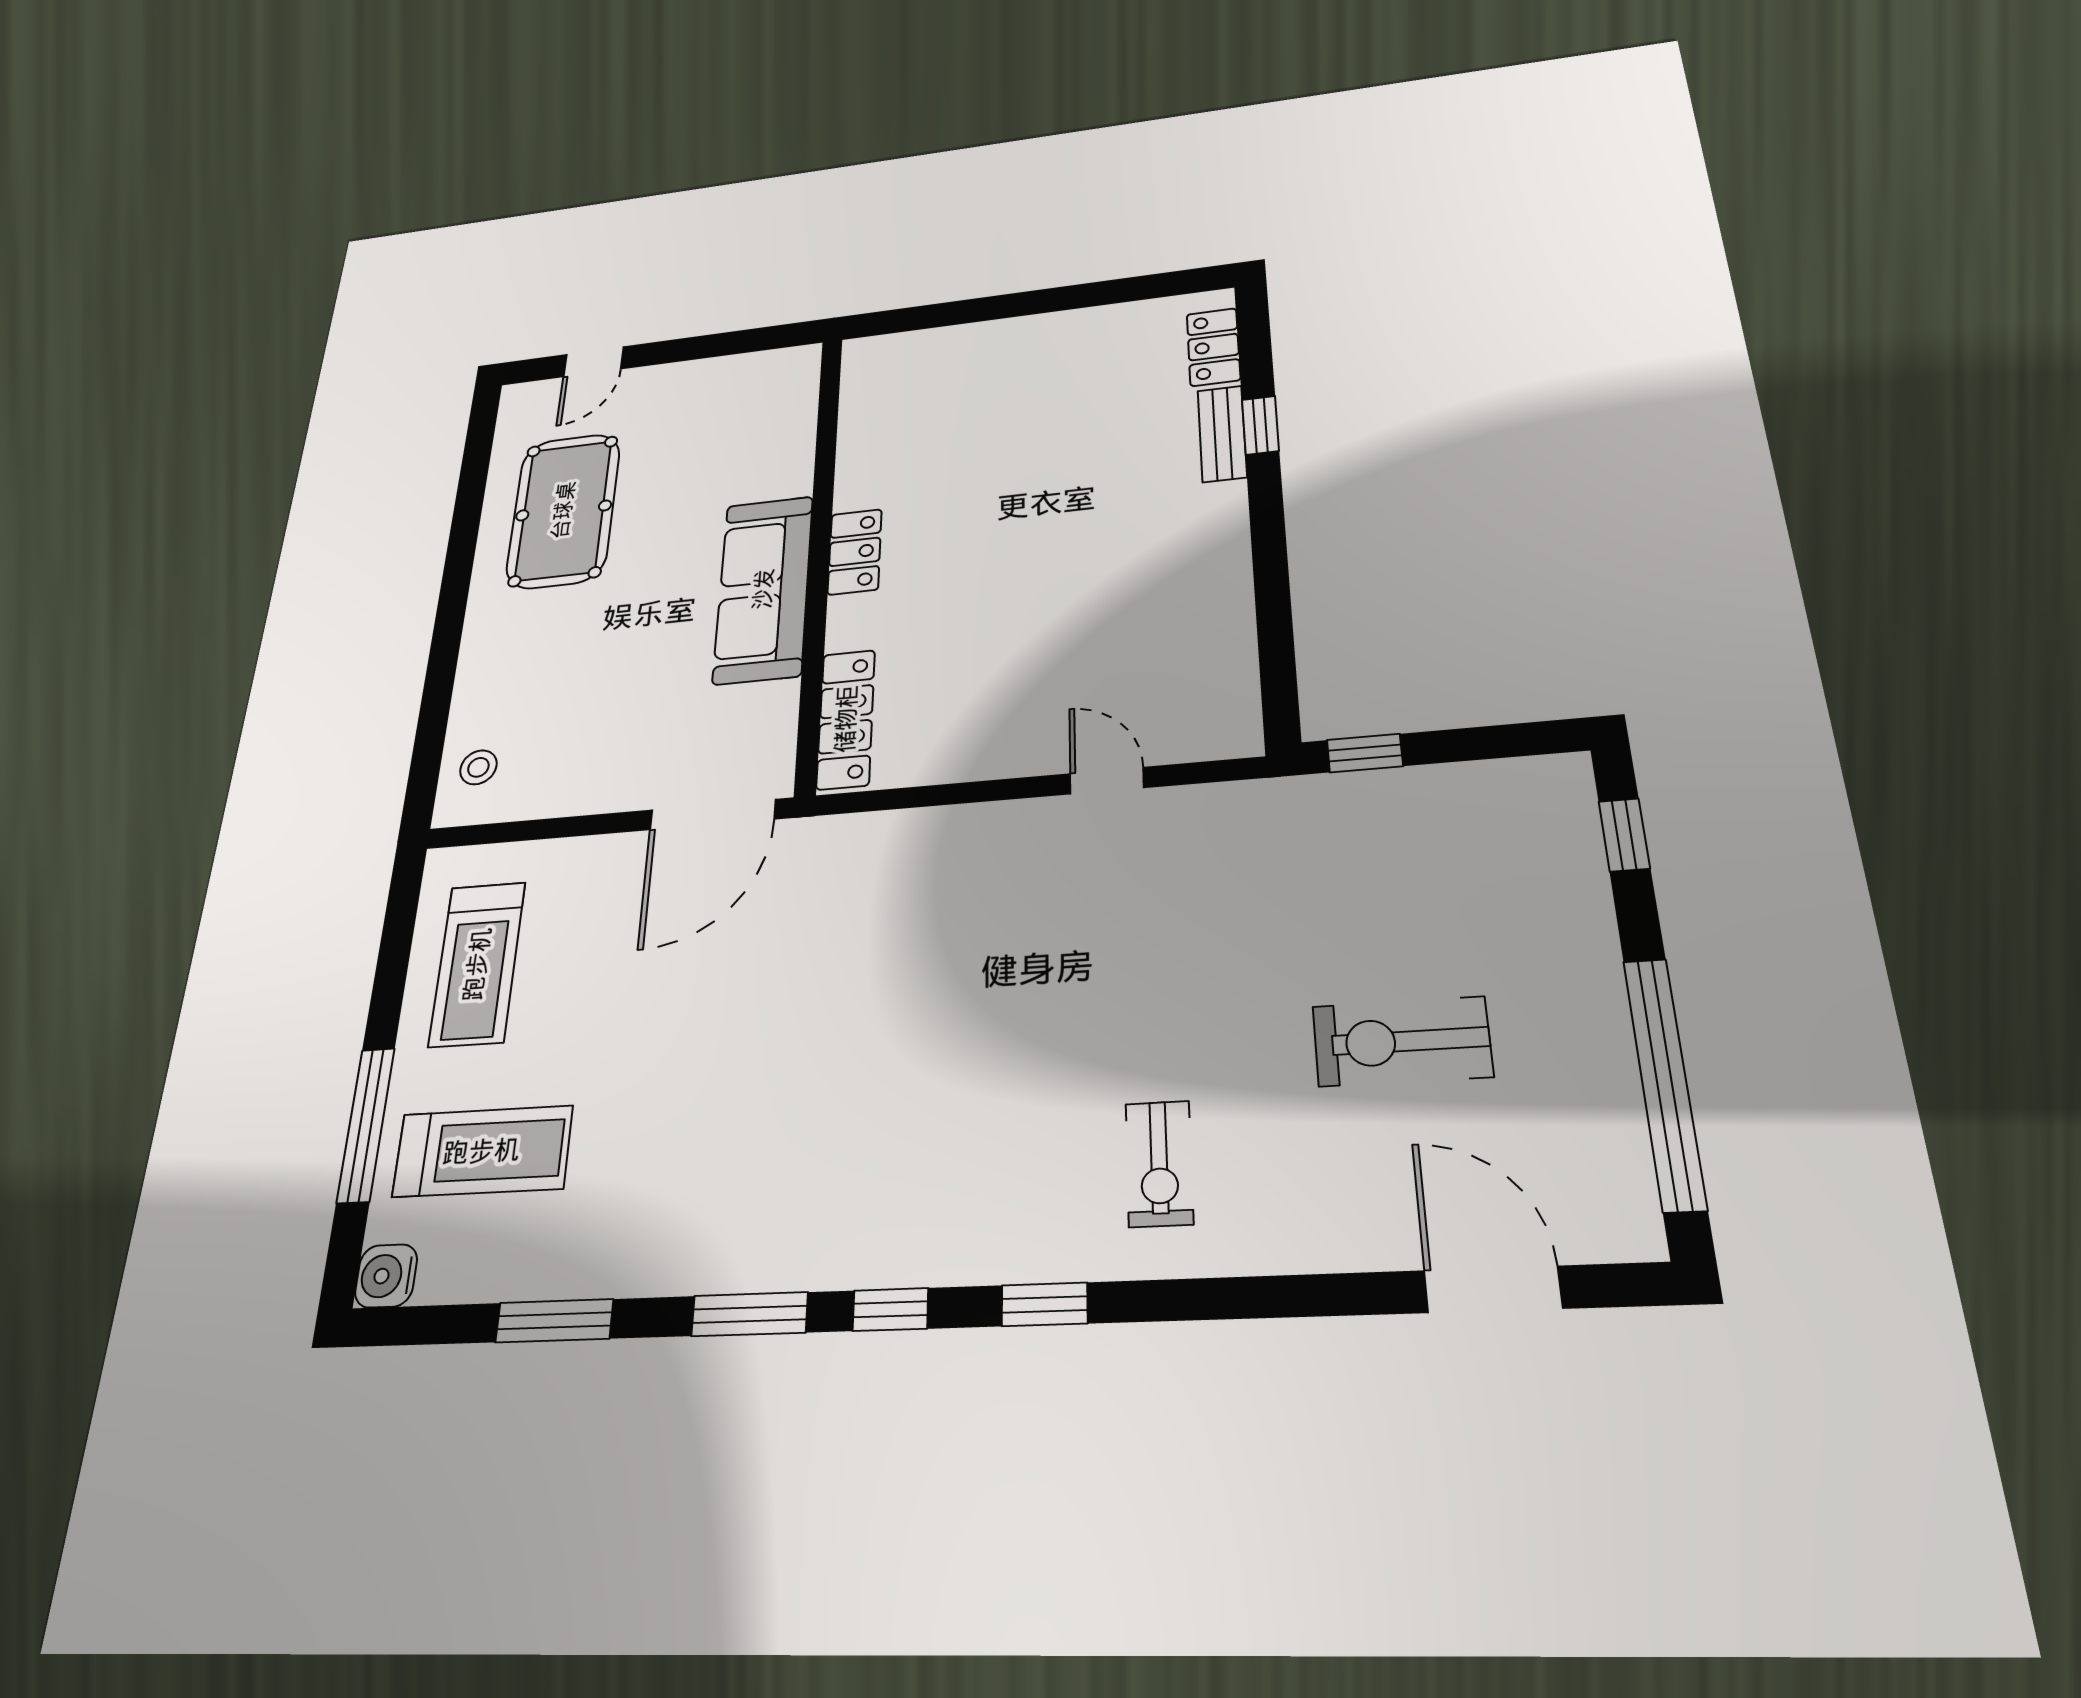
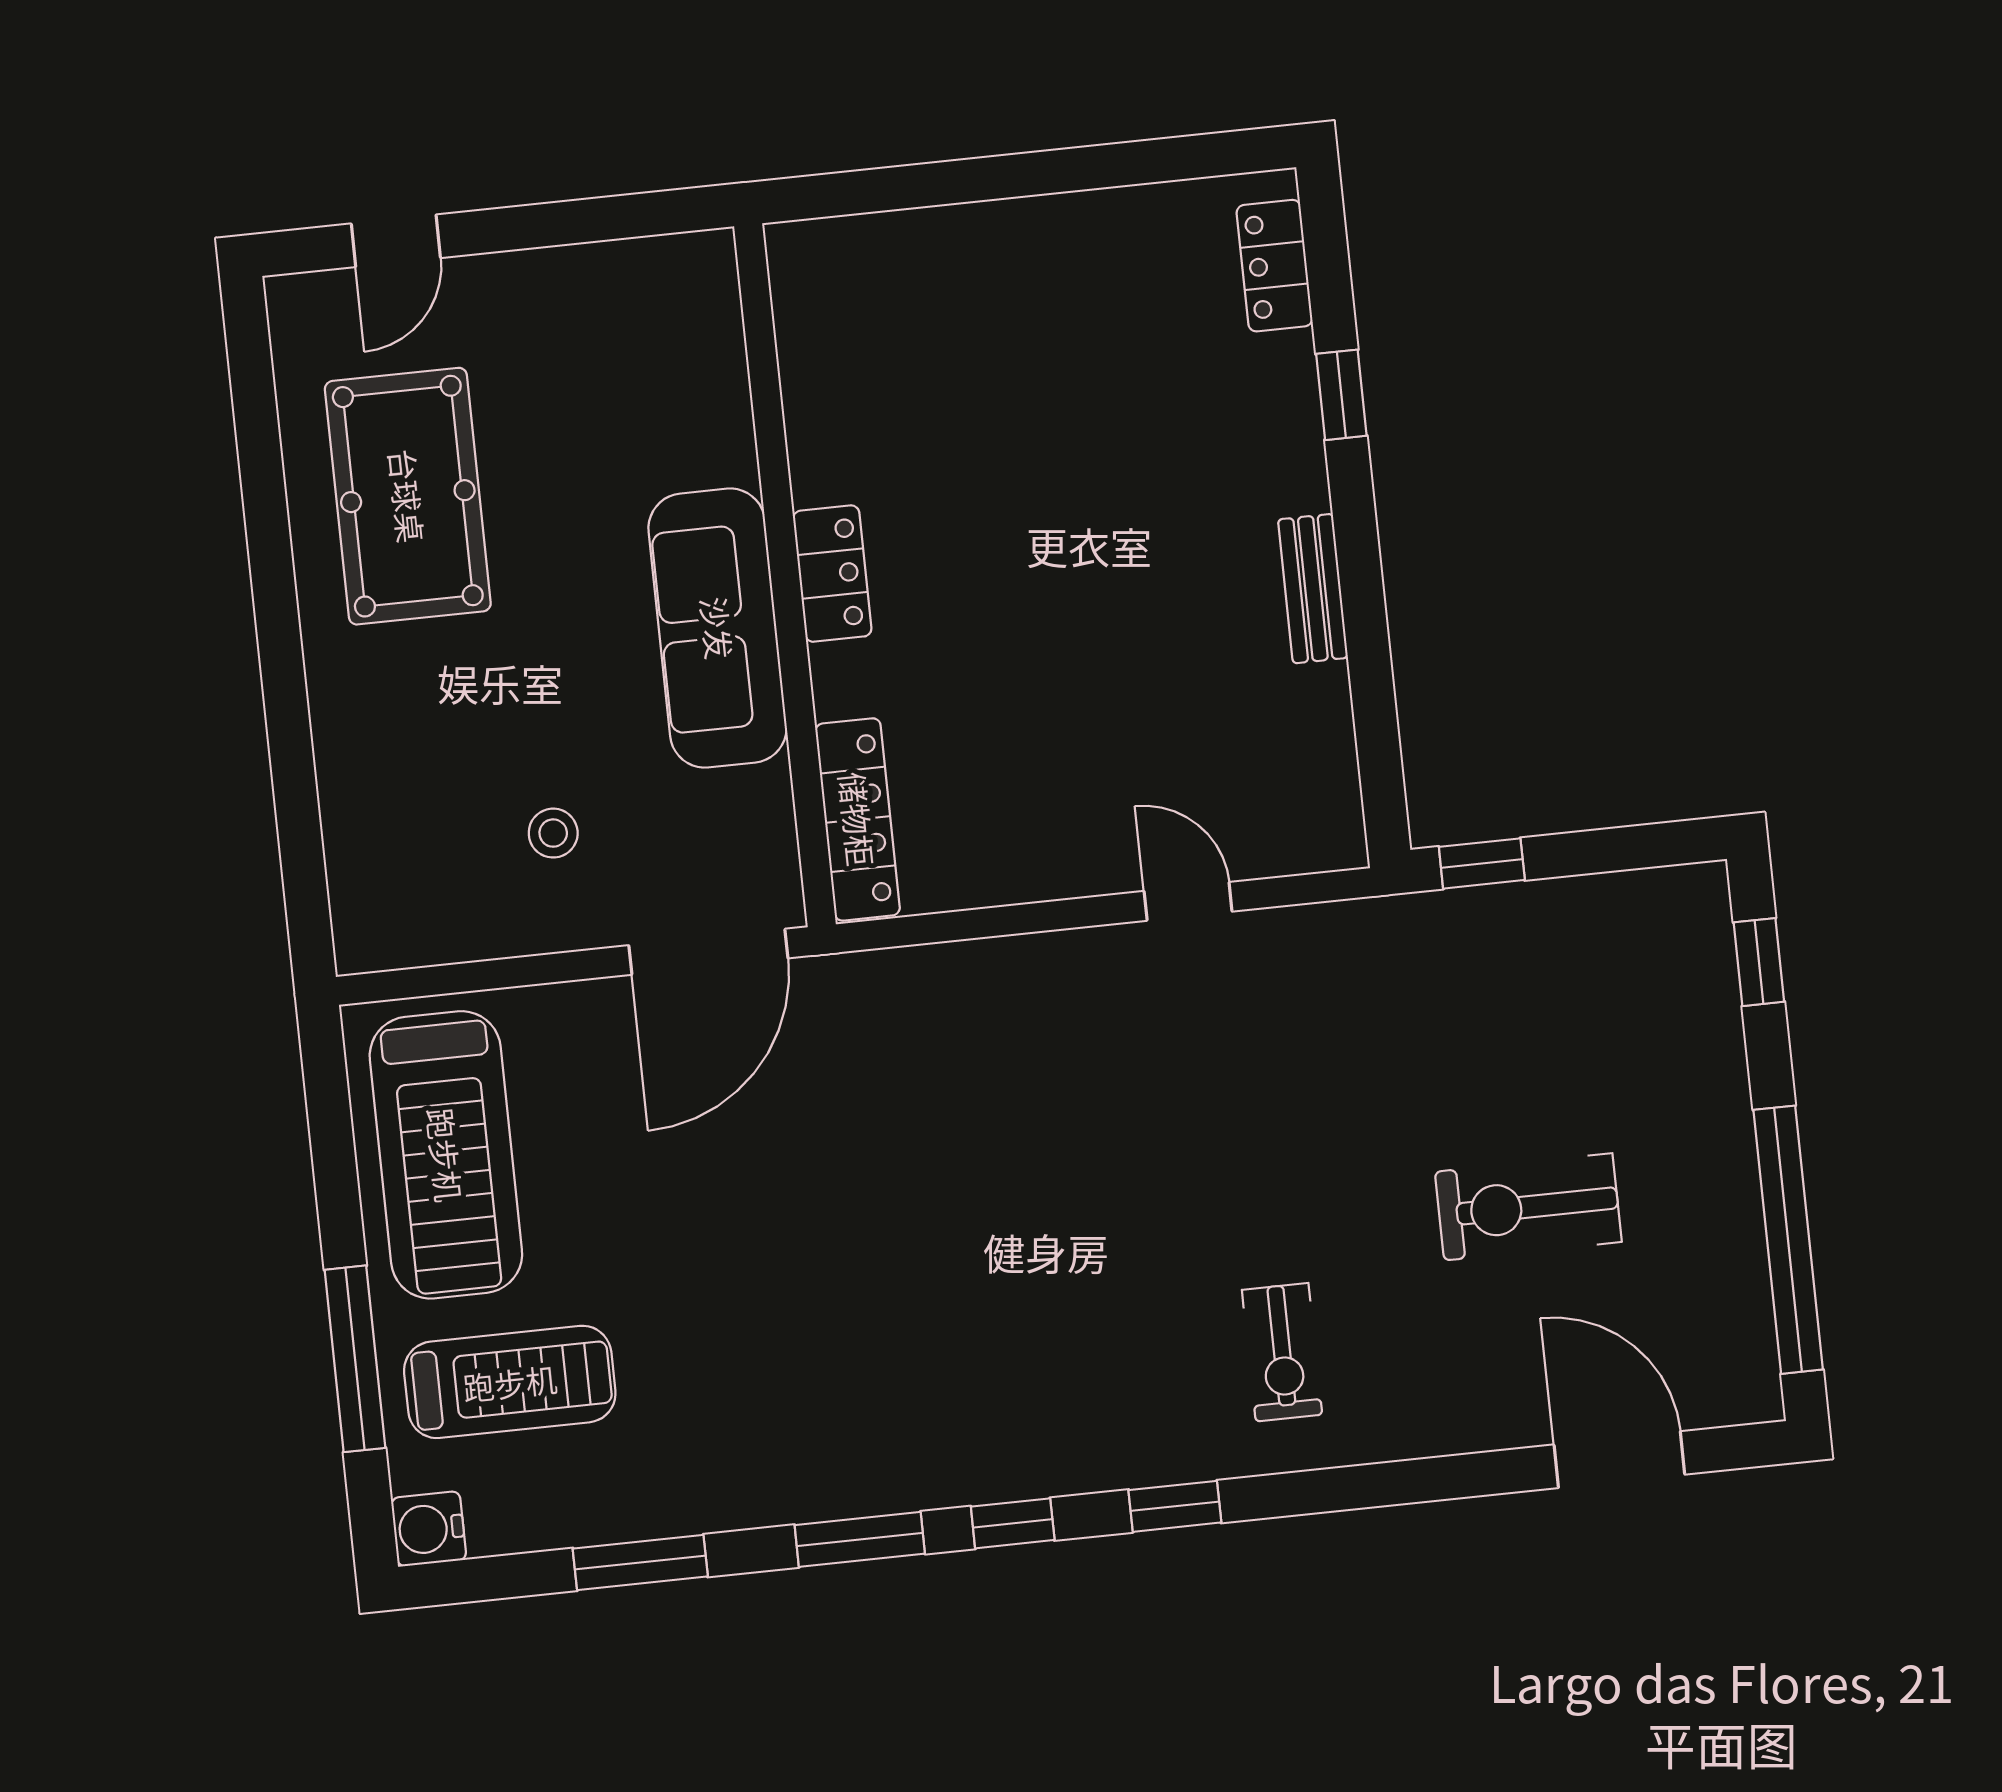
bench: (1222, 434) -> (1313, 589), moved
stool: (478, 767) -> (553, 833), moved
treadmill: (477, 964) -> (446, 1155), width x1.37, depth x1.38

